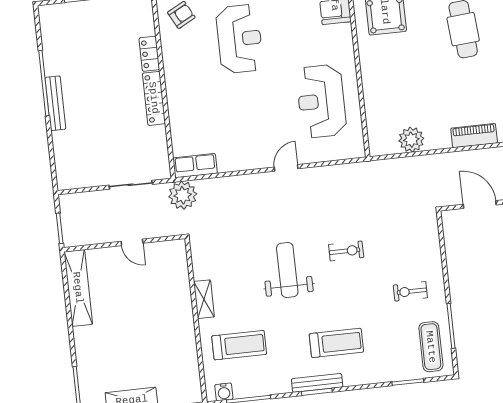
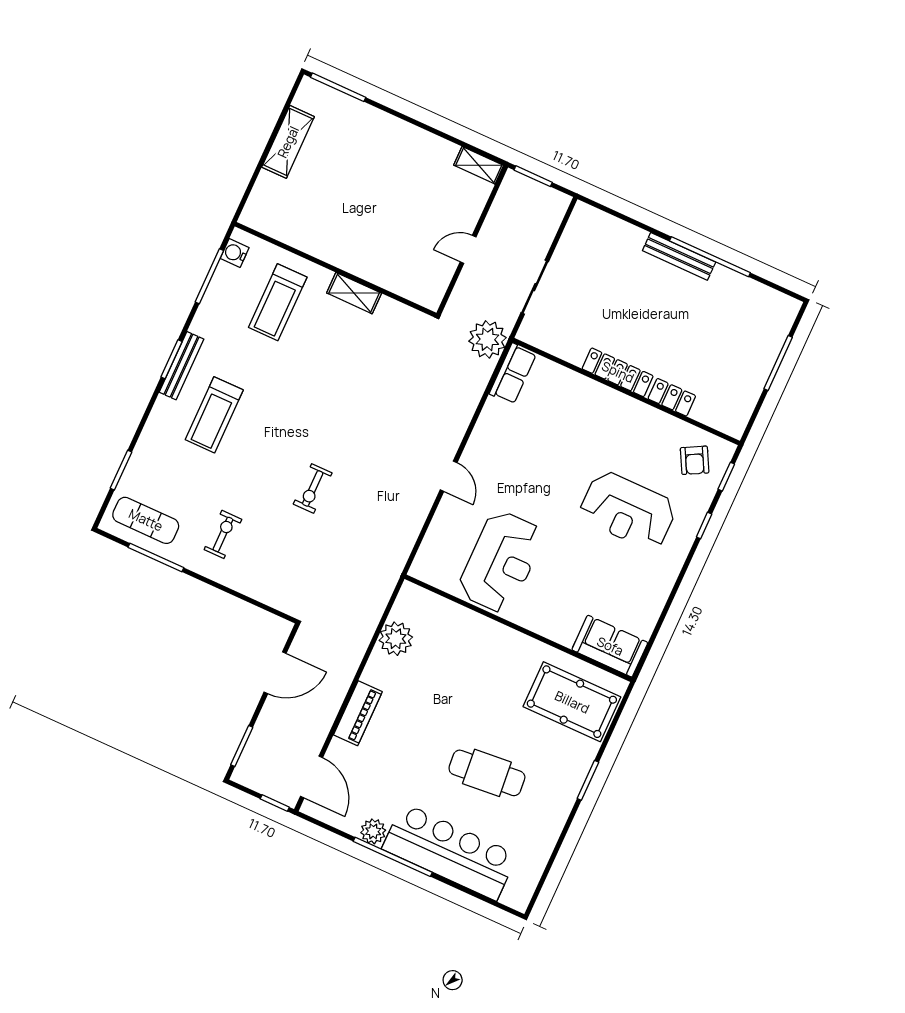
reception desk: (321, 101) -> (501, 562), turned 90
weight bench: (287, 270) -> (331, 408), removed
shelving: (78, 288) -> (479, 165), width x0.45, depth x0.75

